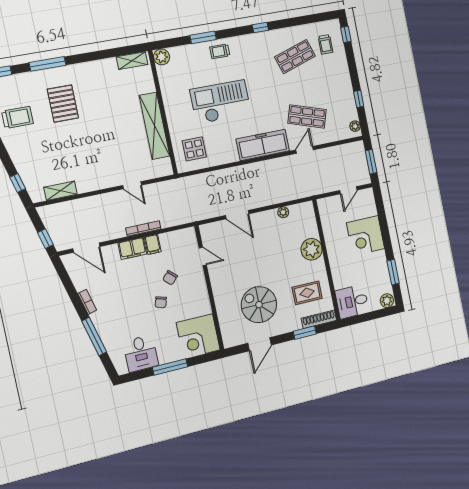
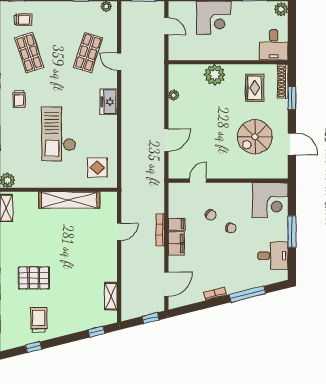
trolley: (220, 51) -> (19, 99), moved
freezer: (263, 145) -> (109, 102), width x0.52, depth x0.79

